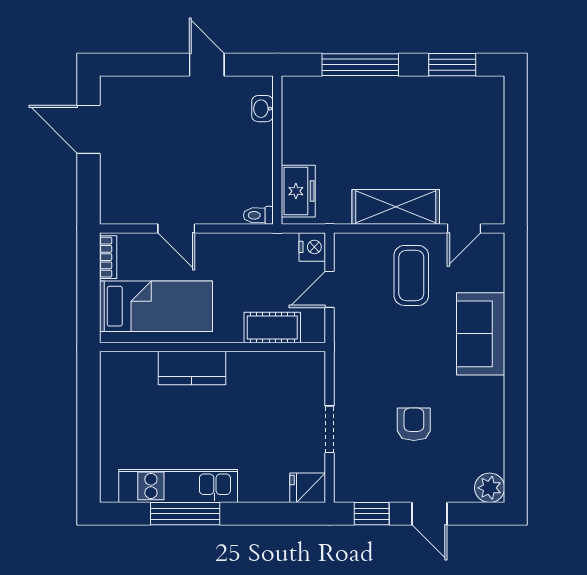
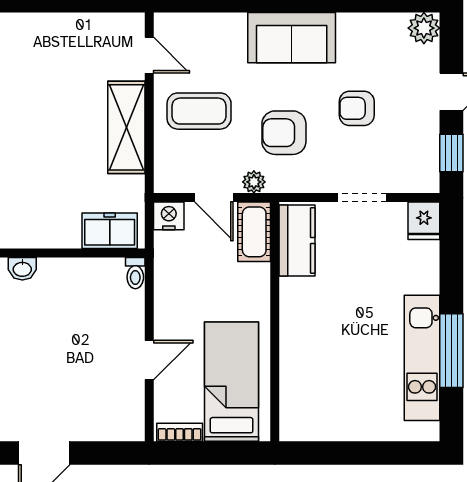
plant: (344, 327) -> (254, 182), added
cot: (272, 328) -> (254, 232), moved
sofa: (481, 334) -> (292, 38), moved
armchair: (391, 356) -> (284, 133), added
kitchen counter: (192, 368) -> (297, 241), moved

